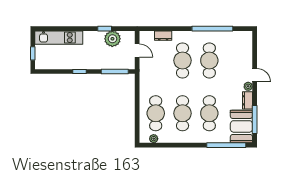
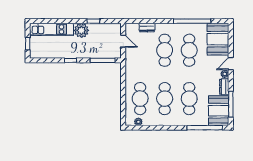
plant: (112, 39) -> (81, 30), moved
booth: (241, 48) -> (218, 39), added
door: (255, 75) -> (231, 64), swing flipped

